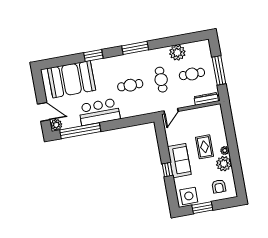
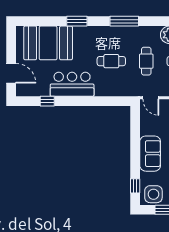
door: (171, 111) -> (151, 98), hinge flipped
plant: (56, 125) -> (22, 90), removed
window: (80, 131) -> (47, 101), width x0.32
window: (167, 170) -> (135, 186), moved

